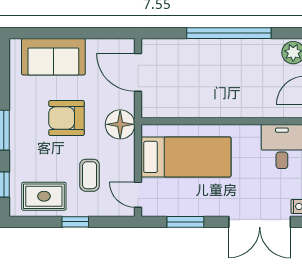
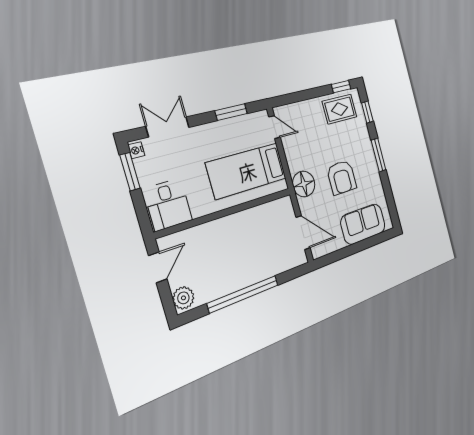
armchair: (67, 118) -> (342, 177), turned 90
coffee table: (90, 175) -> (314, 135), removed
window: (75, 222) -> (341, 87), moved
double door: (260, 222) -> (168, 127), width x0.73

